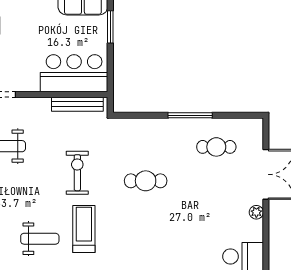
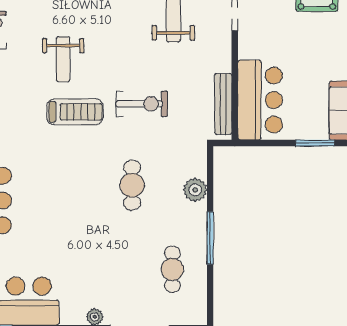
plant: (150, 128) -> (195, 190), added

